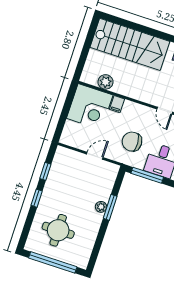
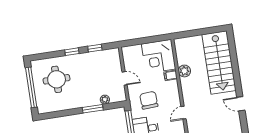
plant: (105, 82) -> (184, 71), moved
plant: (101, 207) -> (105, 100), moved

